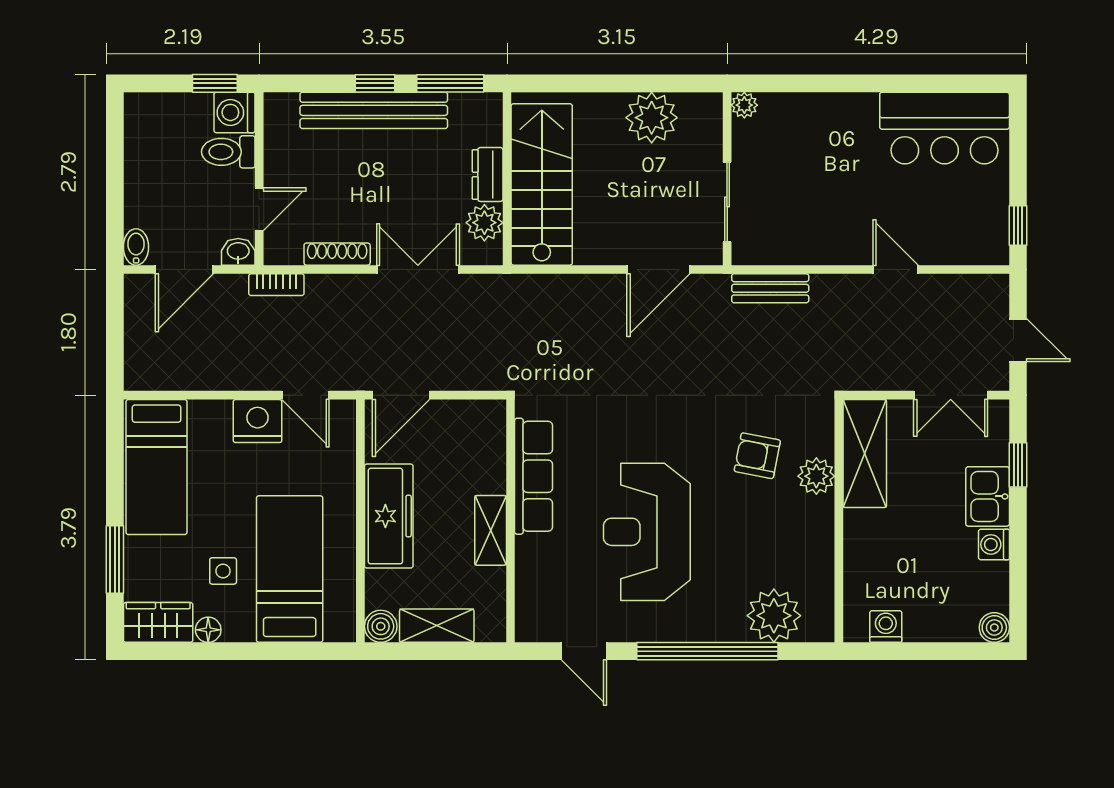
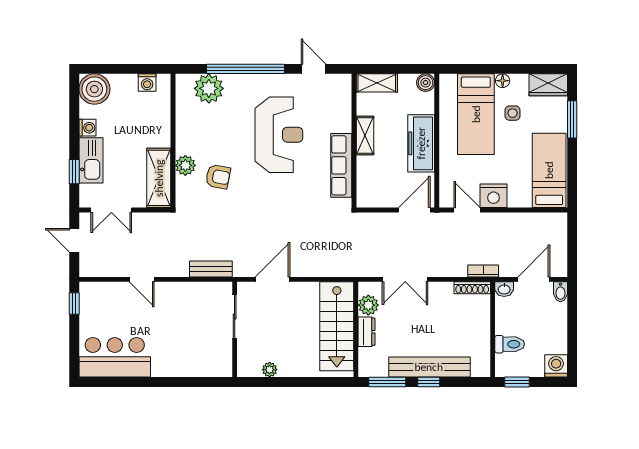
plant: (744, 105) -> (225, 370), removed
washing machine: (234, 112) -> (556, 366), moved, turned -90
plant: (652, 118) -> (270, 370), width x0.53, depth x0.53
door: (259, 209) -> (493, 312), removed
shoe rack: (337, 254) -> (472, 288), moved
double door: (951, 395) -> (111, 210), swing flipped
kitchen sink: (988, 496) -> (91, 160), width x1.38
shelving: (437, 626) -> (377, 83), moved
boiler: (994, 627) -> (94, 89), width x1.86, depth x1.86
floor lamp: (208, 630) -> (503, 81), moved

